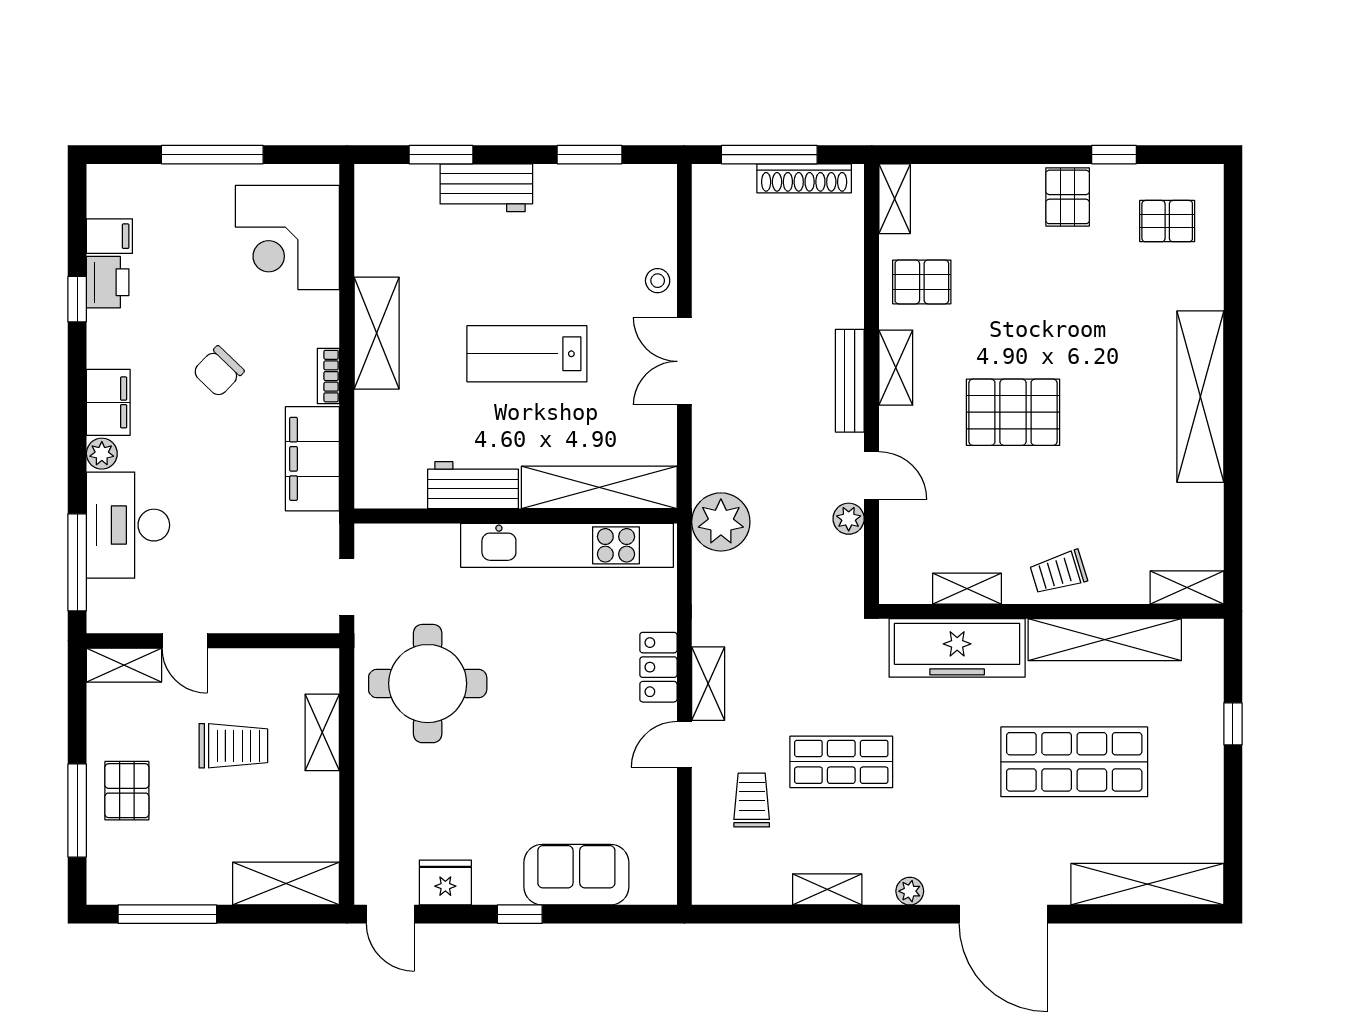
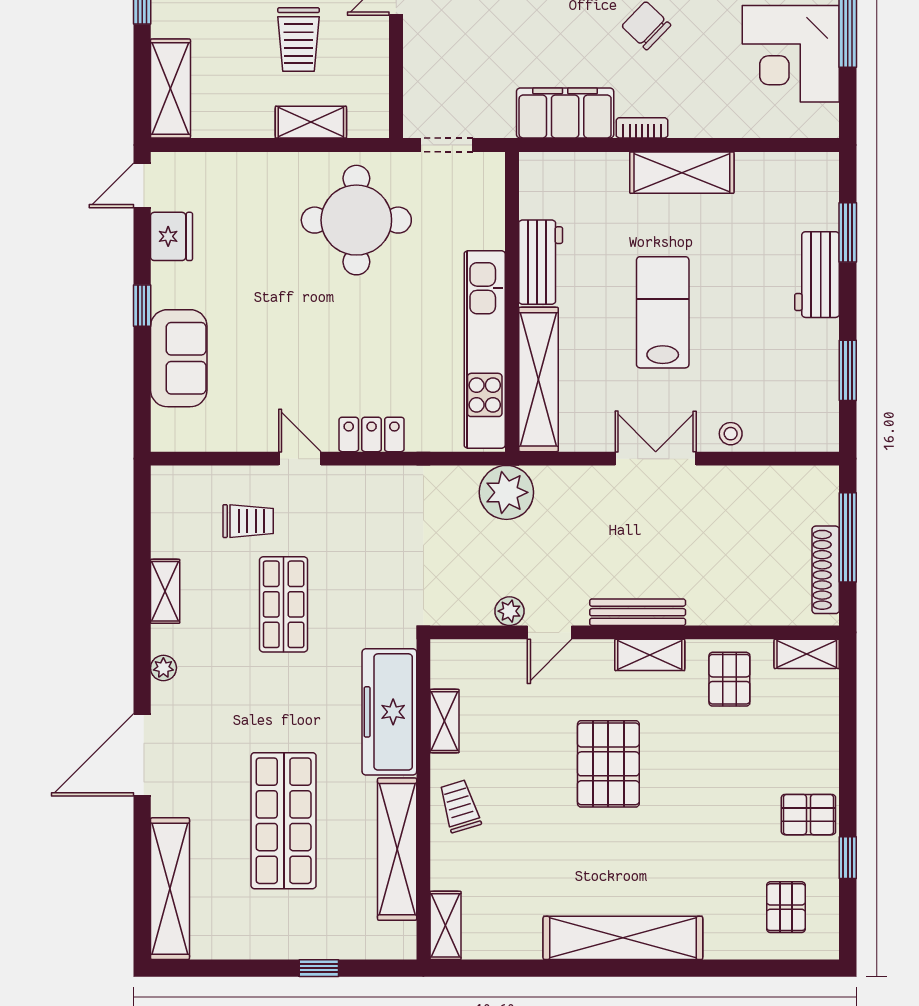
corner desk: (287, 237) -> (791, 54), moved, turned -90
shelving: (708, 684) -> (356, 481), removed

